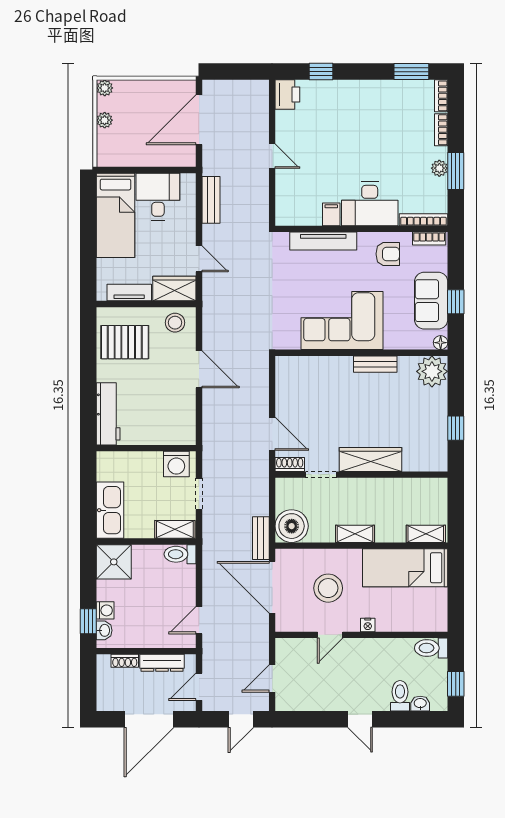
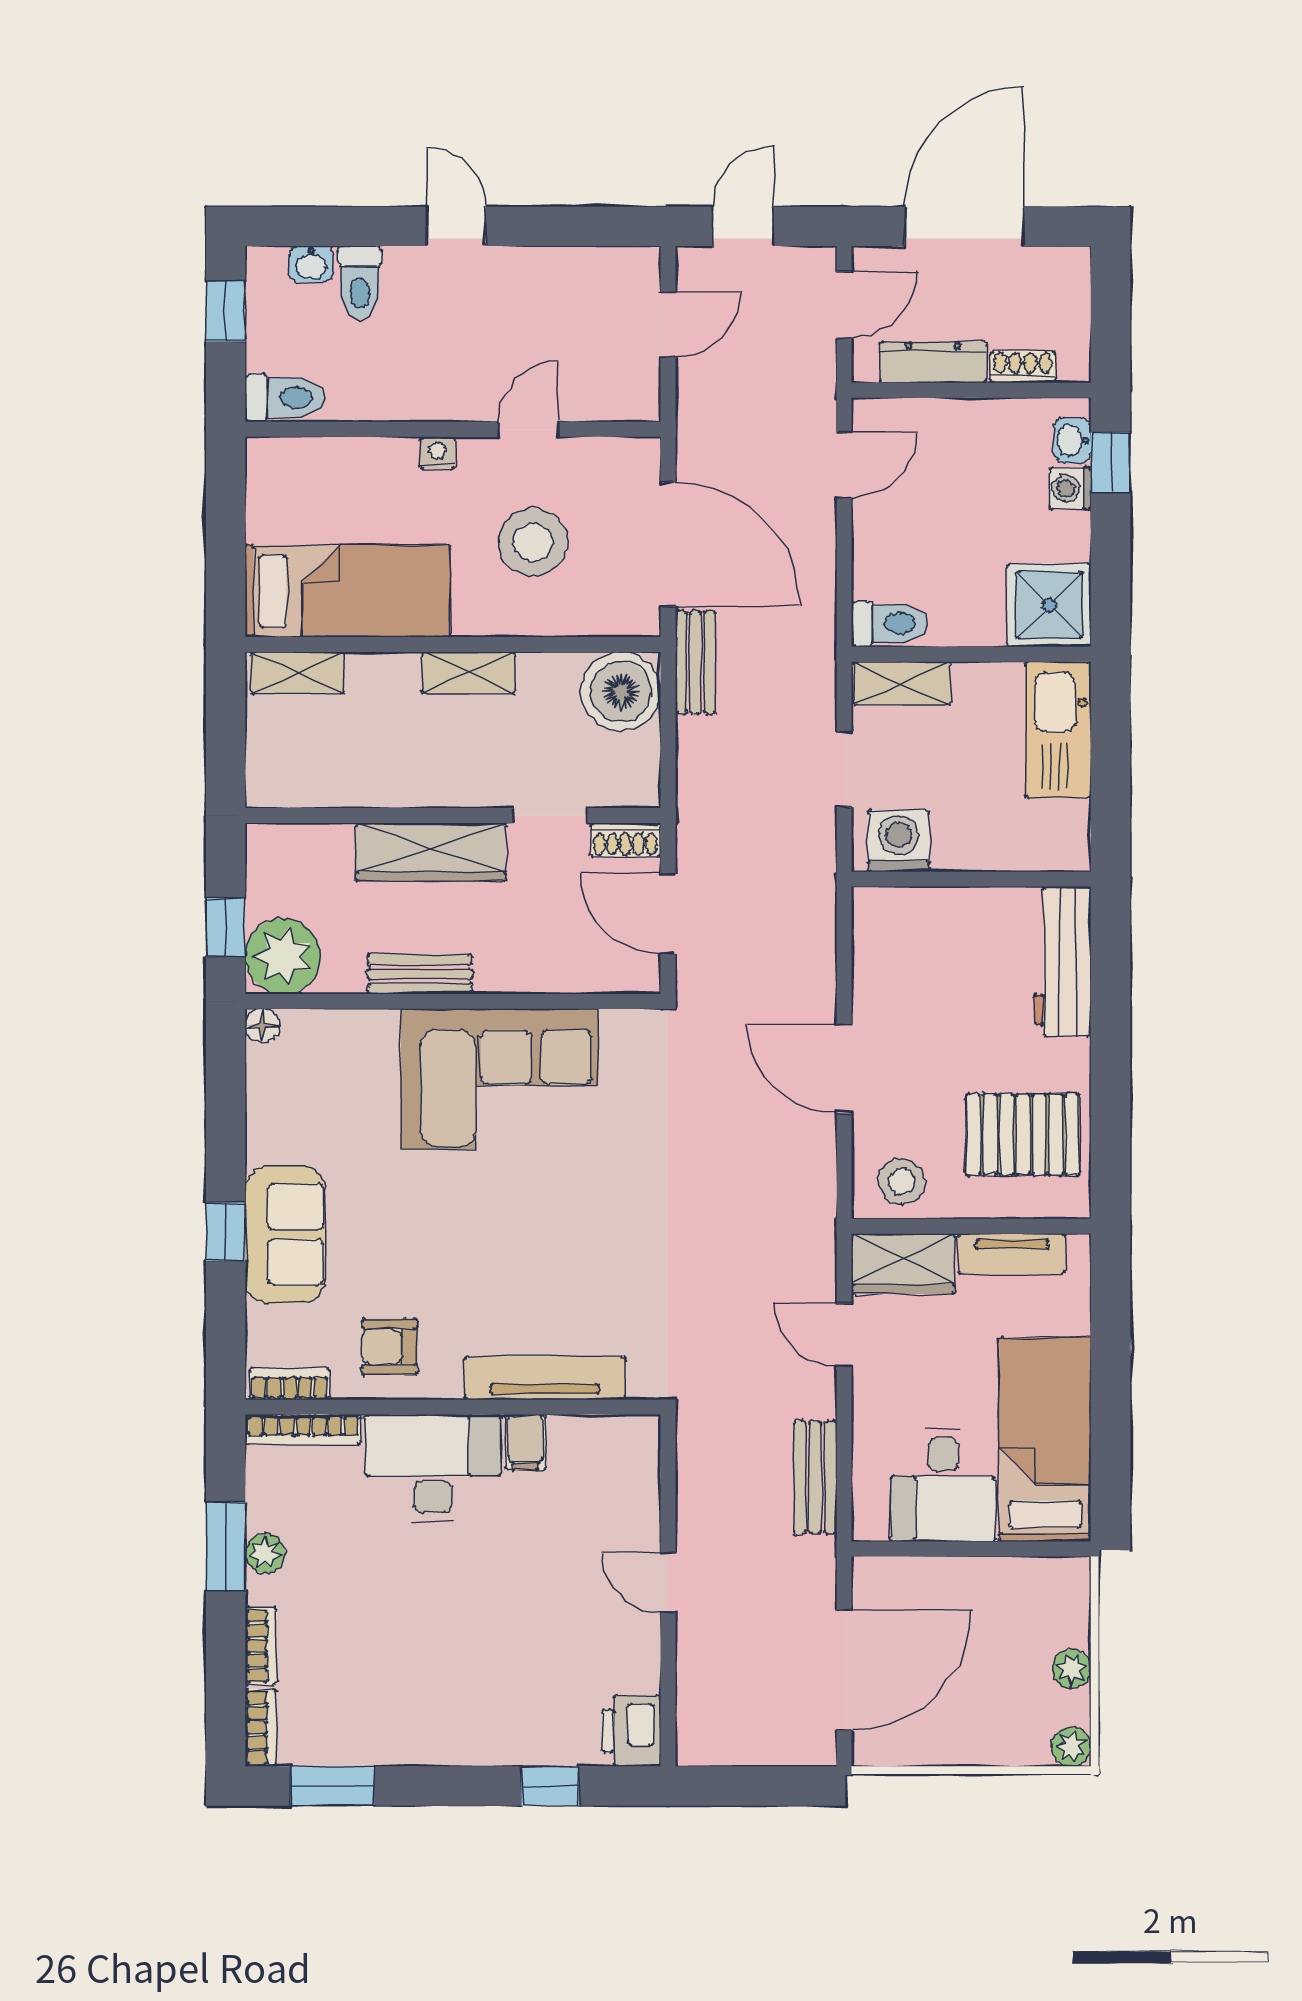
corner sofa: (342, 321) -> (500, 1079), moved
floor lamp: (441, 343) -> (262, 1026), moved
wall: (361, 353) -> (453, 1001), moved
bench: (375, 364) -> (420, 974), moved
plant: (432, 371) -> (283, 956), moved

